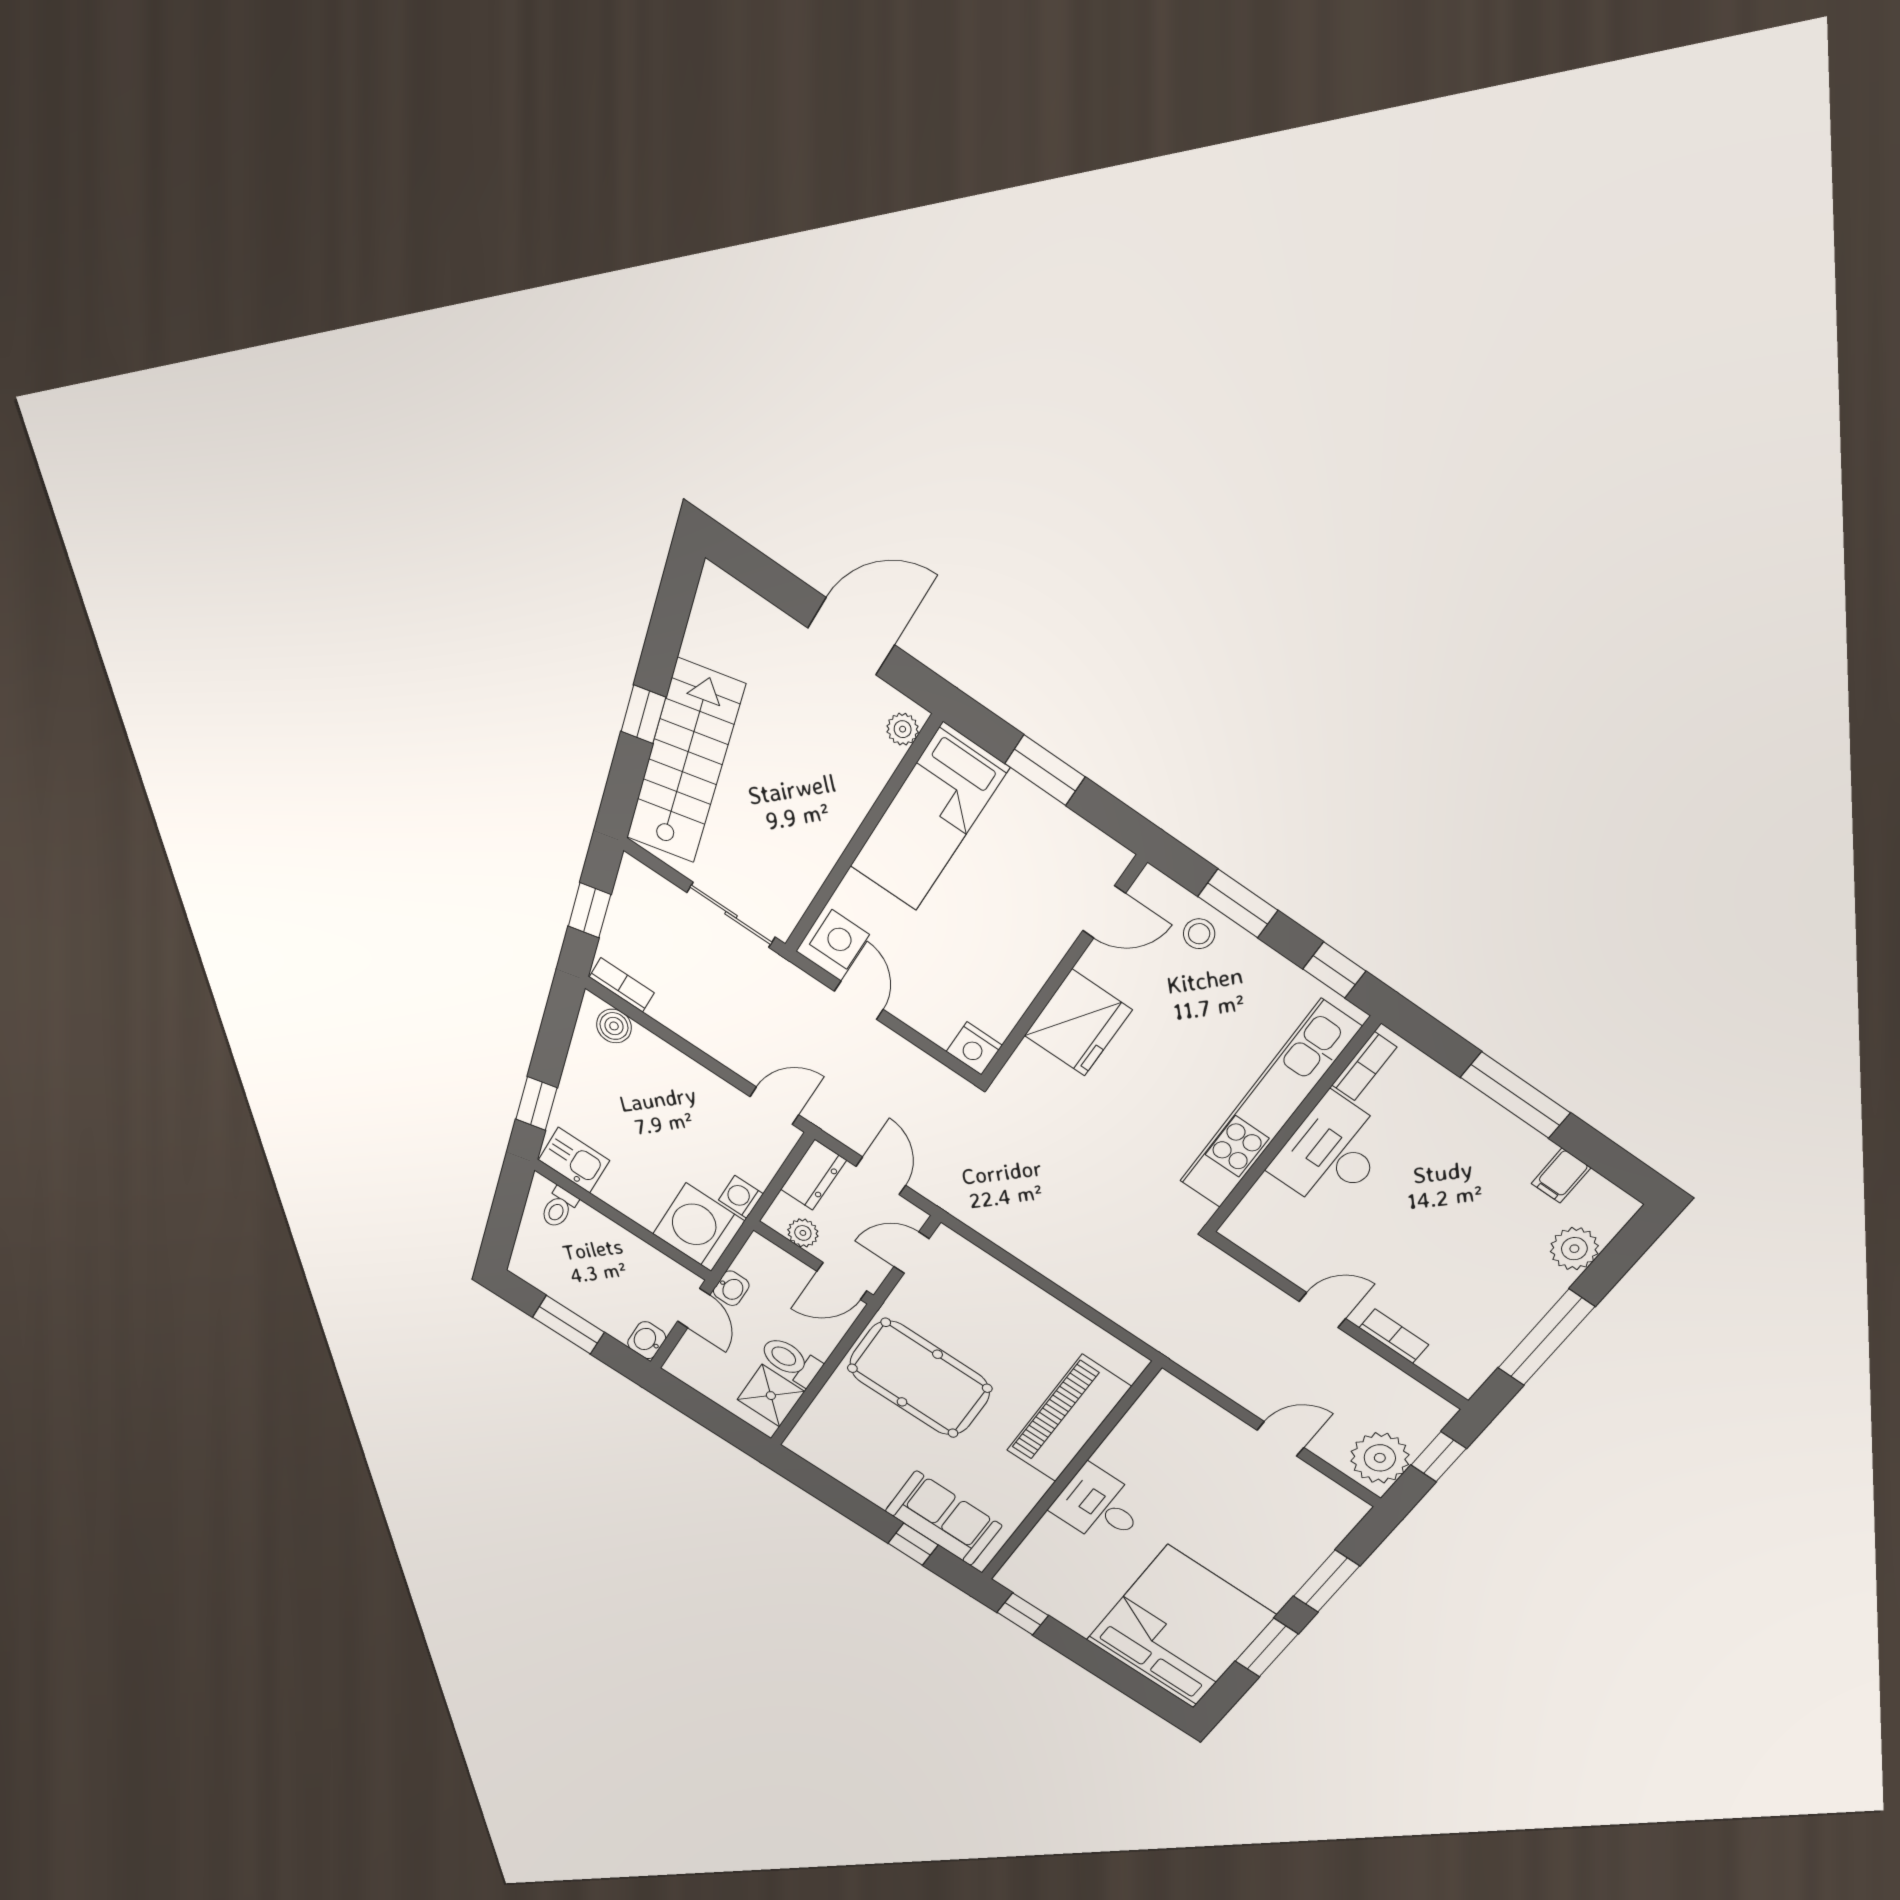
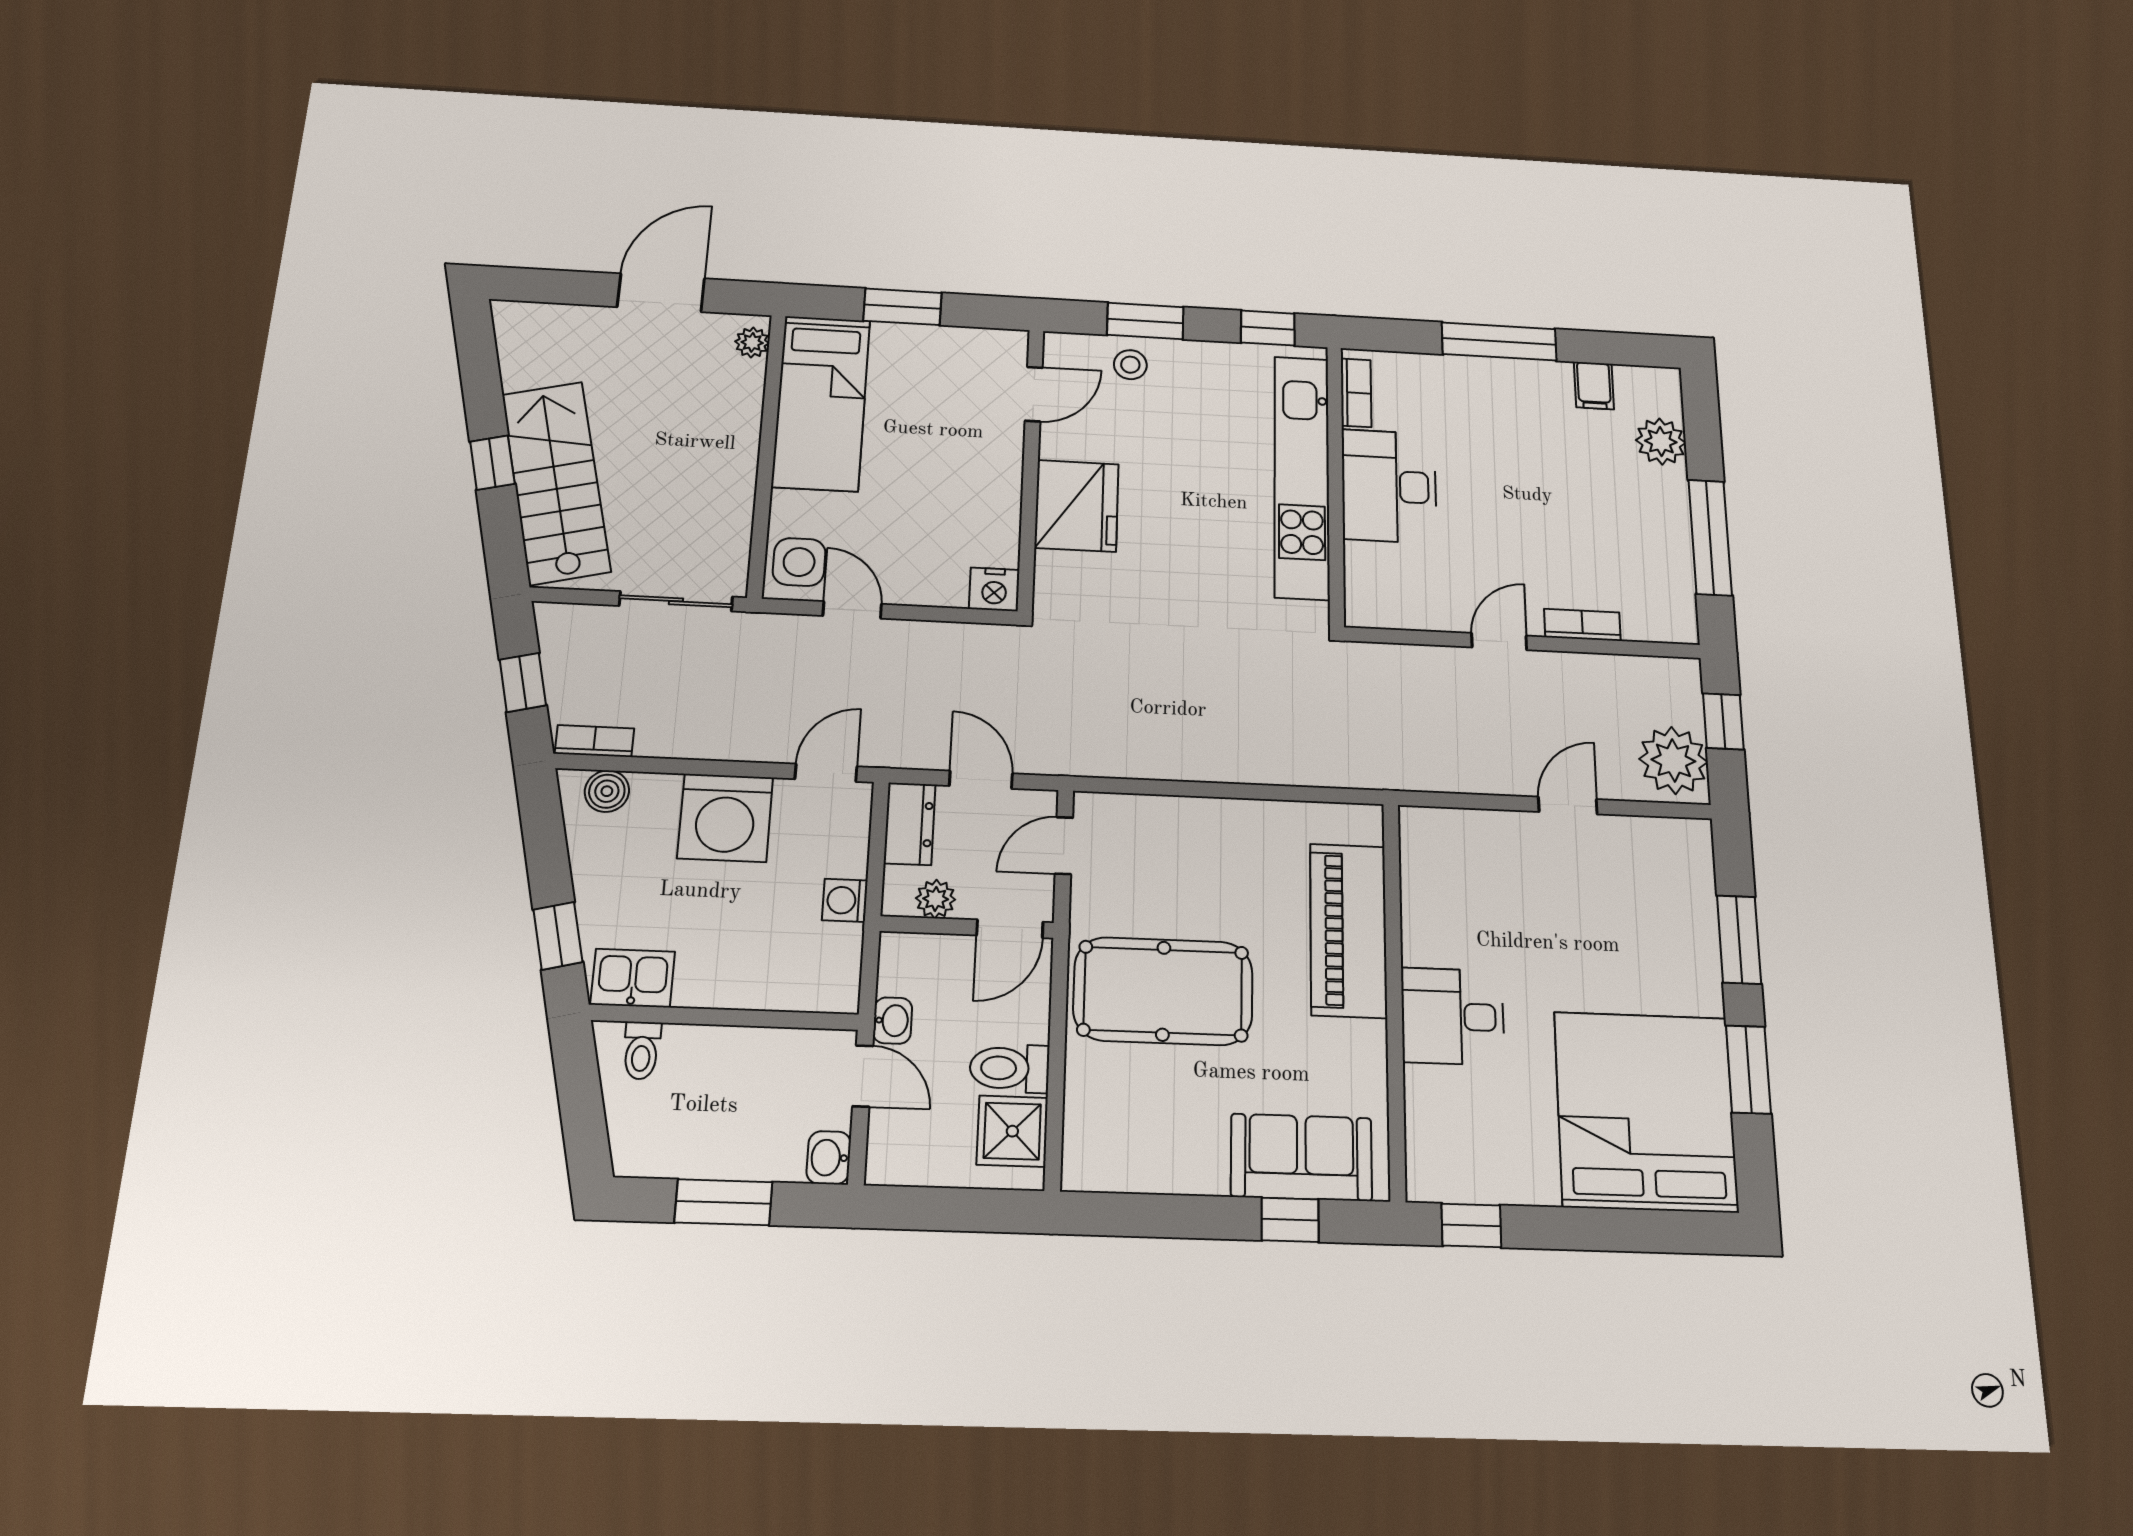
washing machine: (699, 1227) -> (725, 818), moved, turned -90

